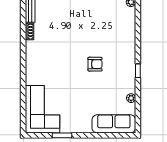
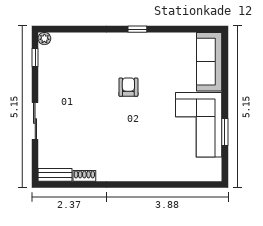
plant: (131, 98) -> (174, 38), removed
corner sofa: (42, 109) -> (199, 125), moved, turned -90

